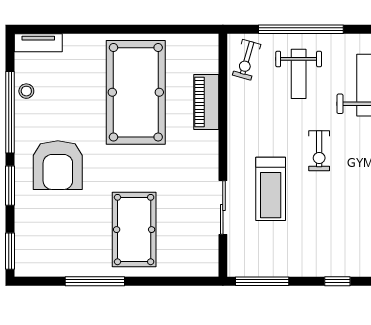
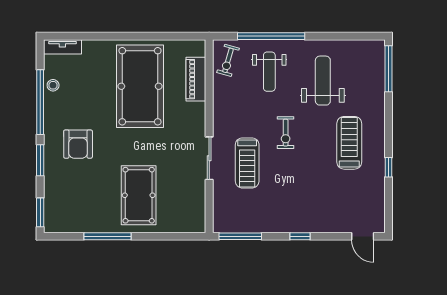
piano: (206, 102) -> (196, 79), moved
armchair: (58, 165) -> (78, 144), width x0.73, depth x0.73
sliding door: (223, 207) -> (209, 158), moved

